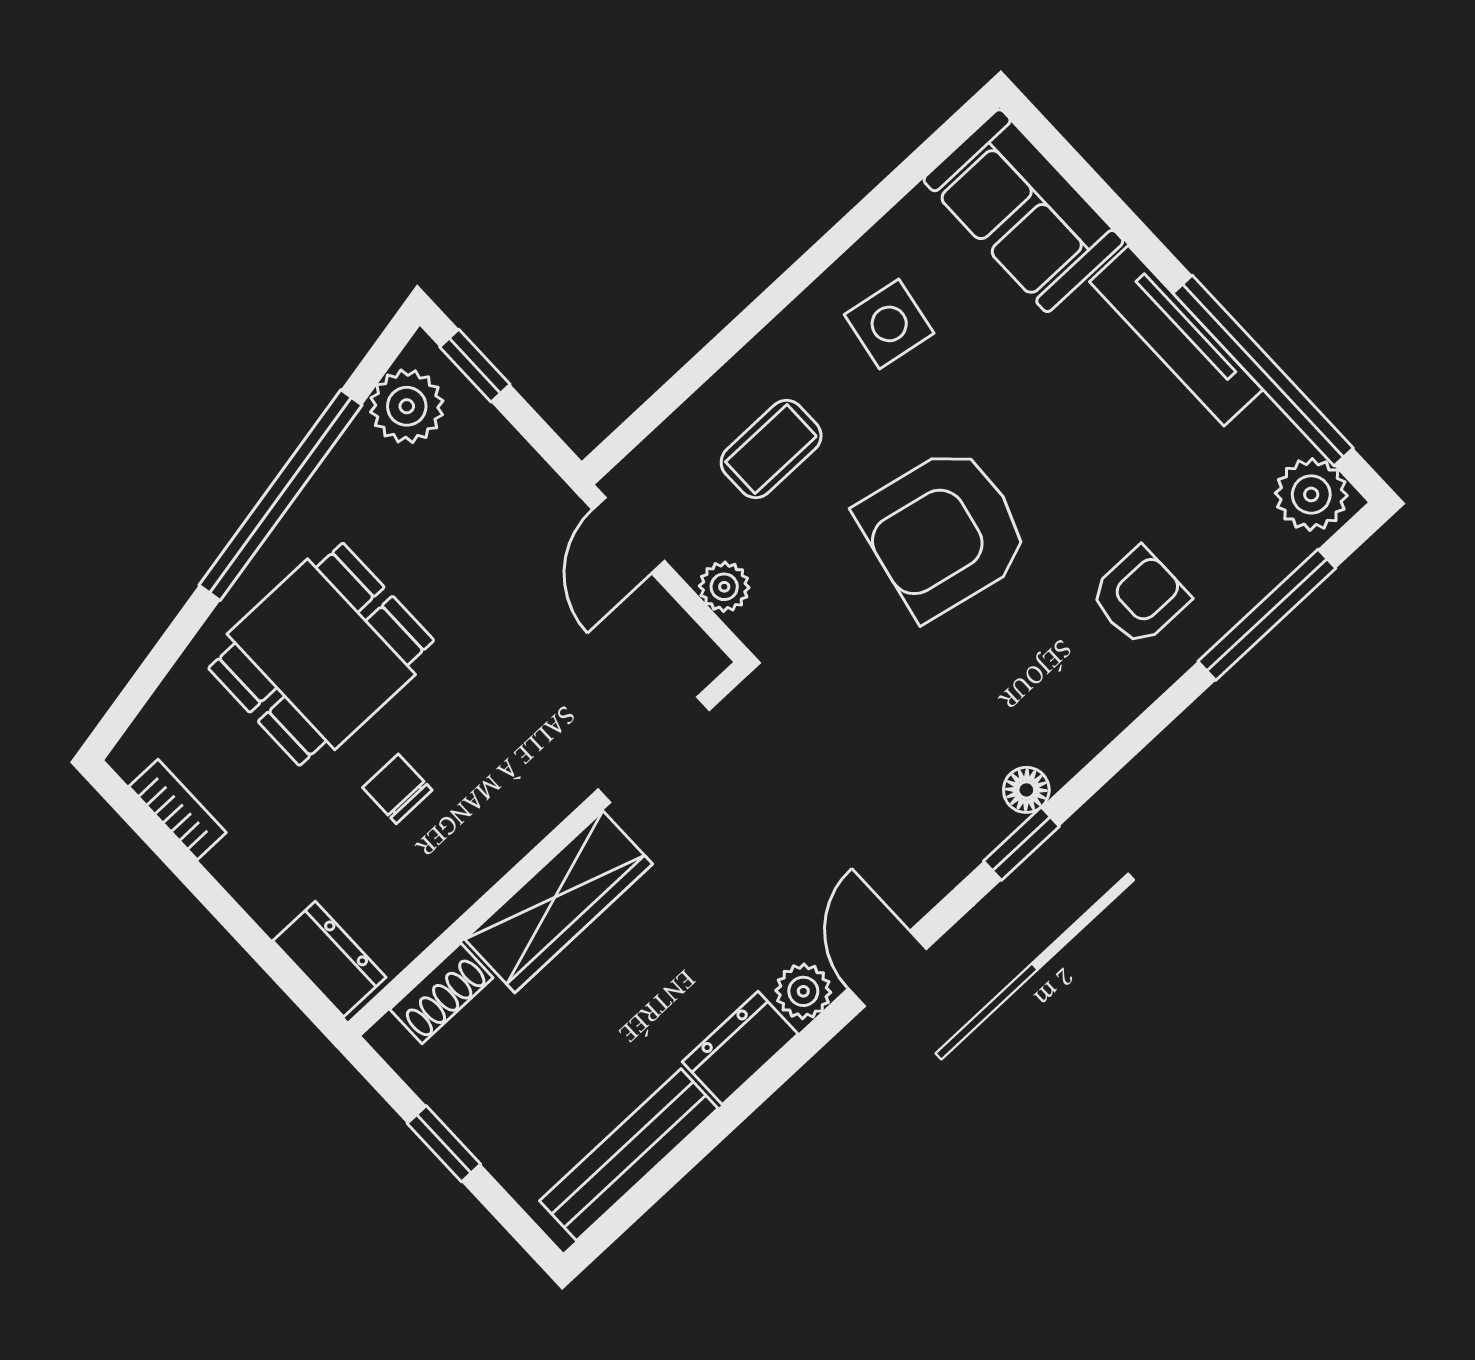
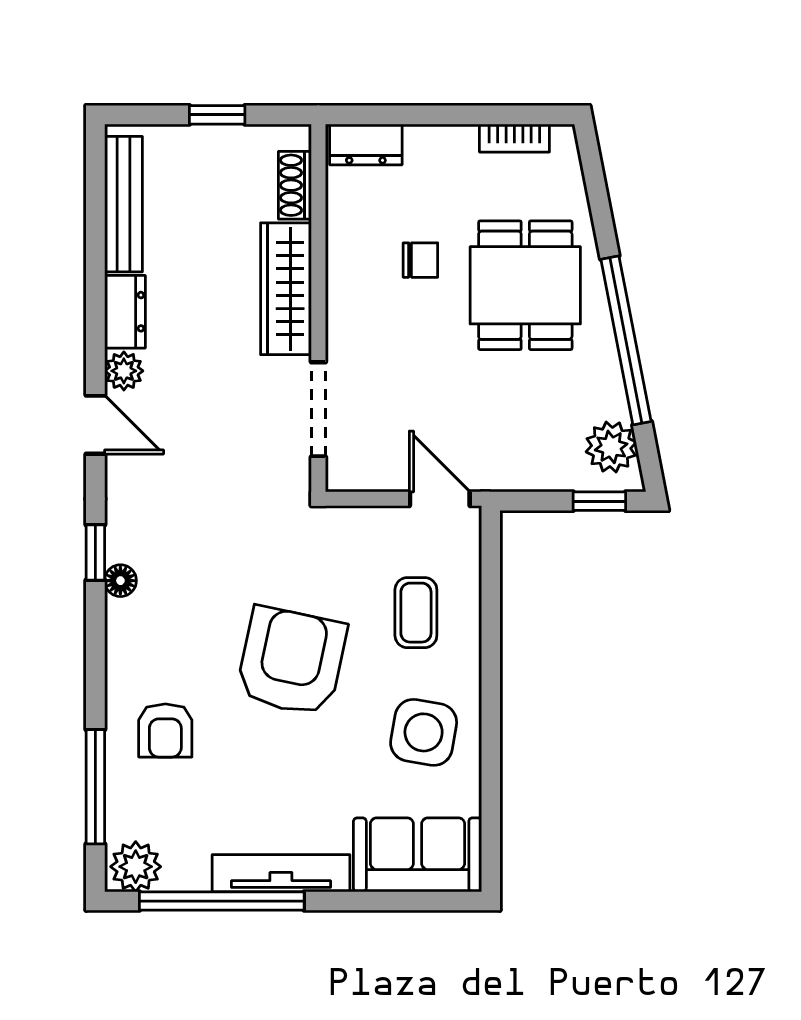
side table: (889, 324) -> (424, 732), width x1.37, depth x1.37
plant: (724, 587) -> (368, 523), removed

